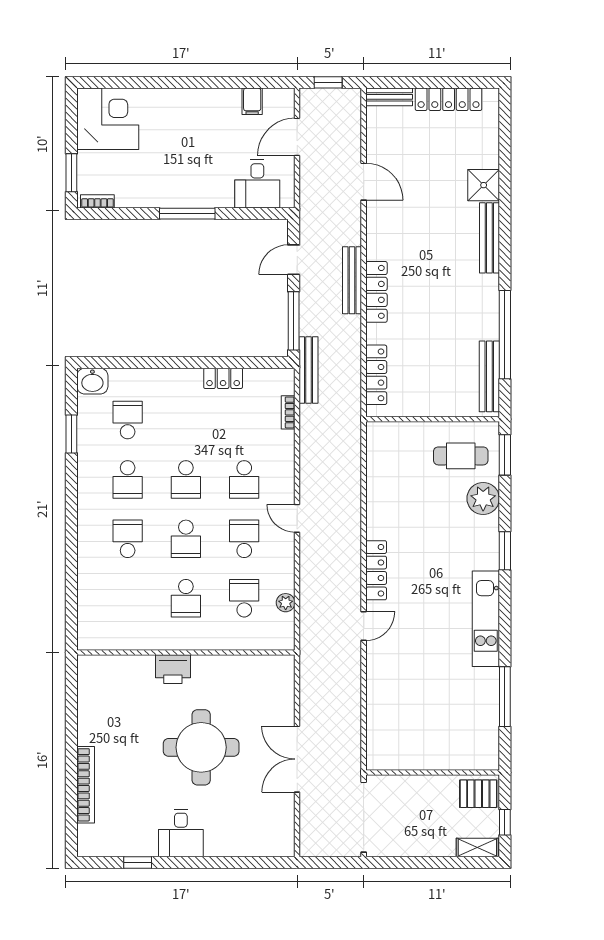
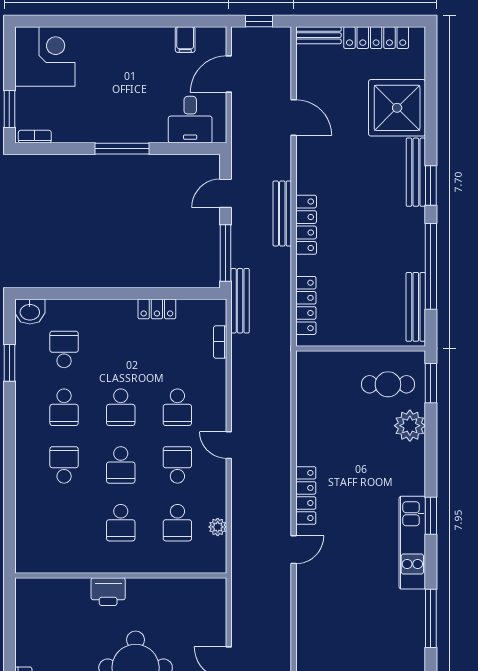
shower: (484, 185) -> (397, 108), width x1.86, depth x1.86
window: (505, 252) -> (431, 186), added
window: (505, 551) -> (431, 516), moved
school desk: (244, 598) -> (177, 523), turned 180

